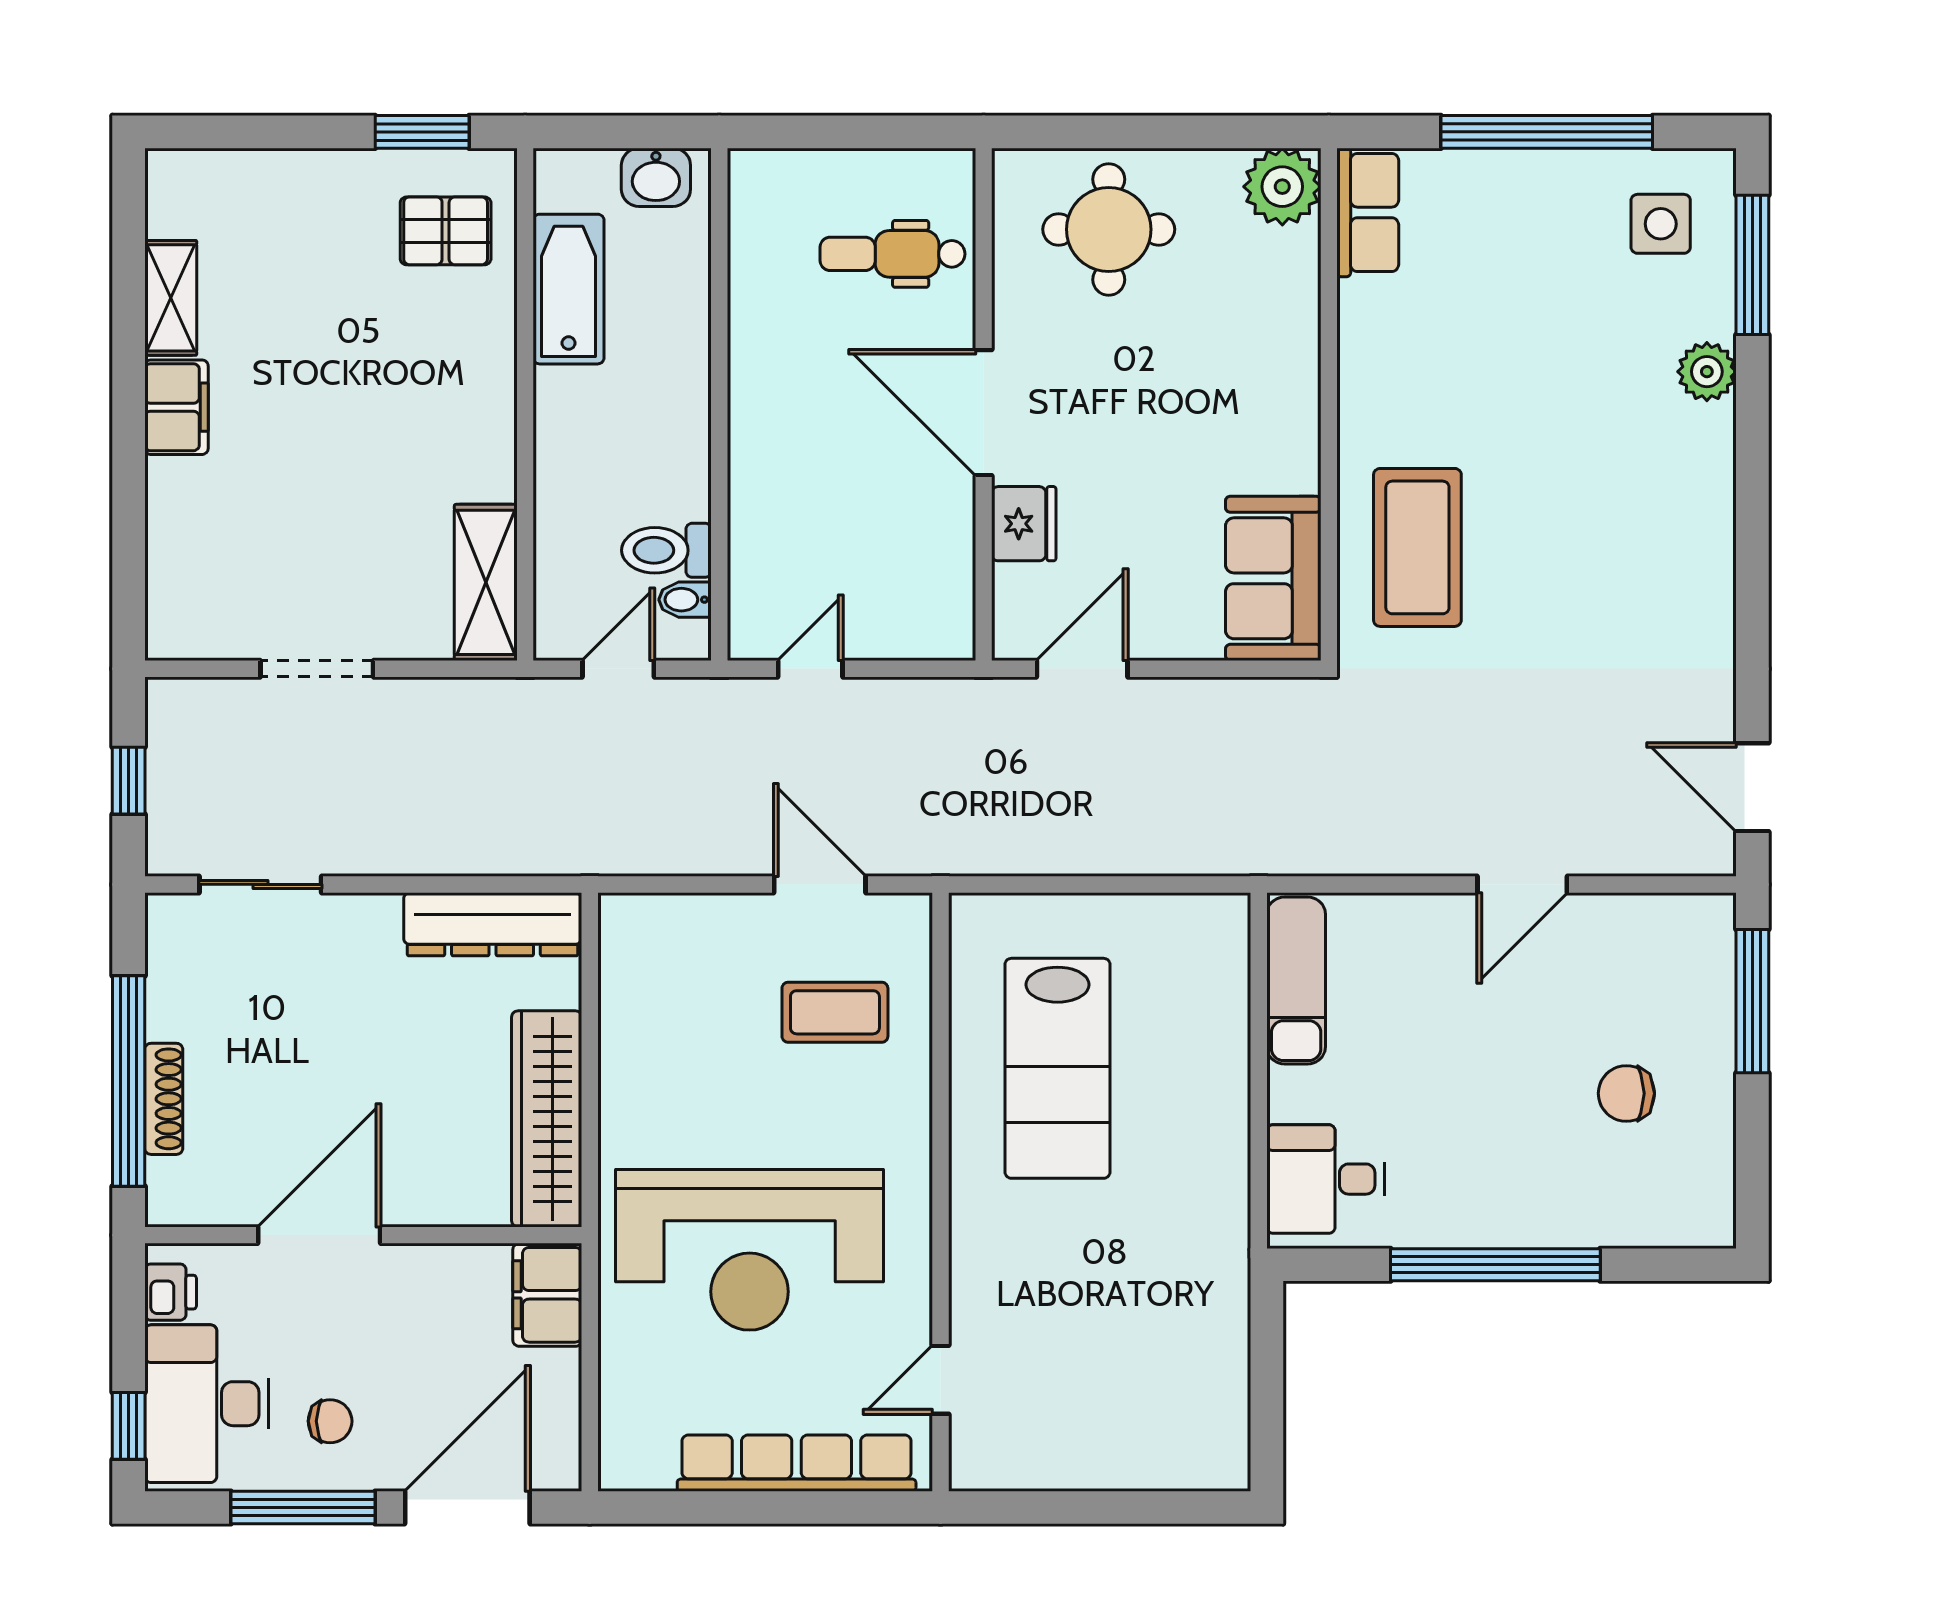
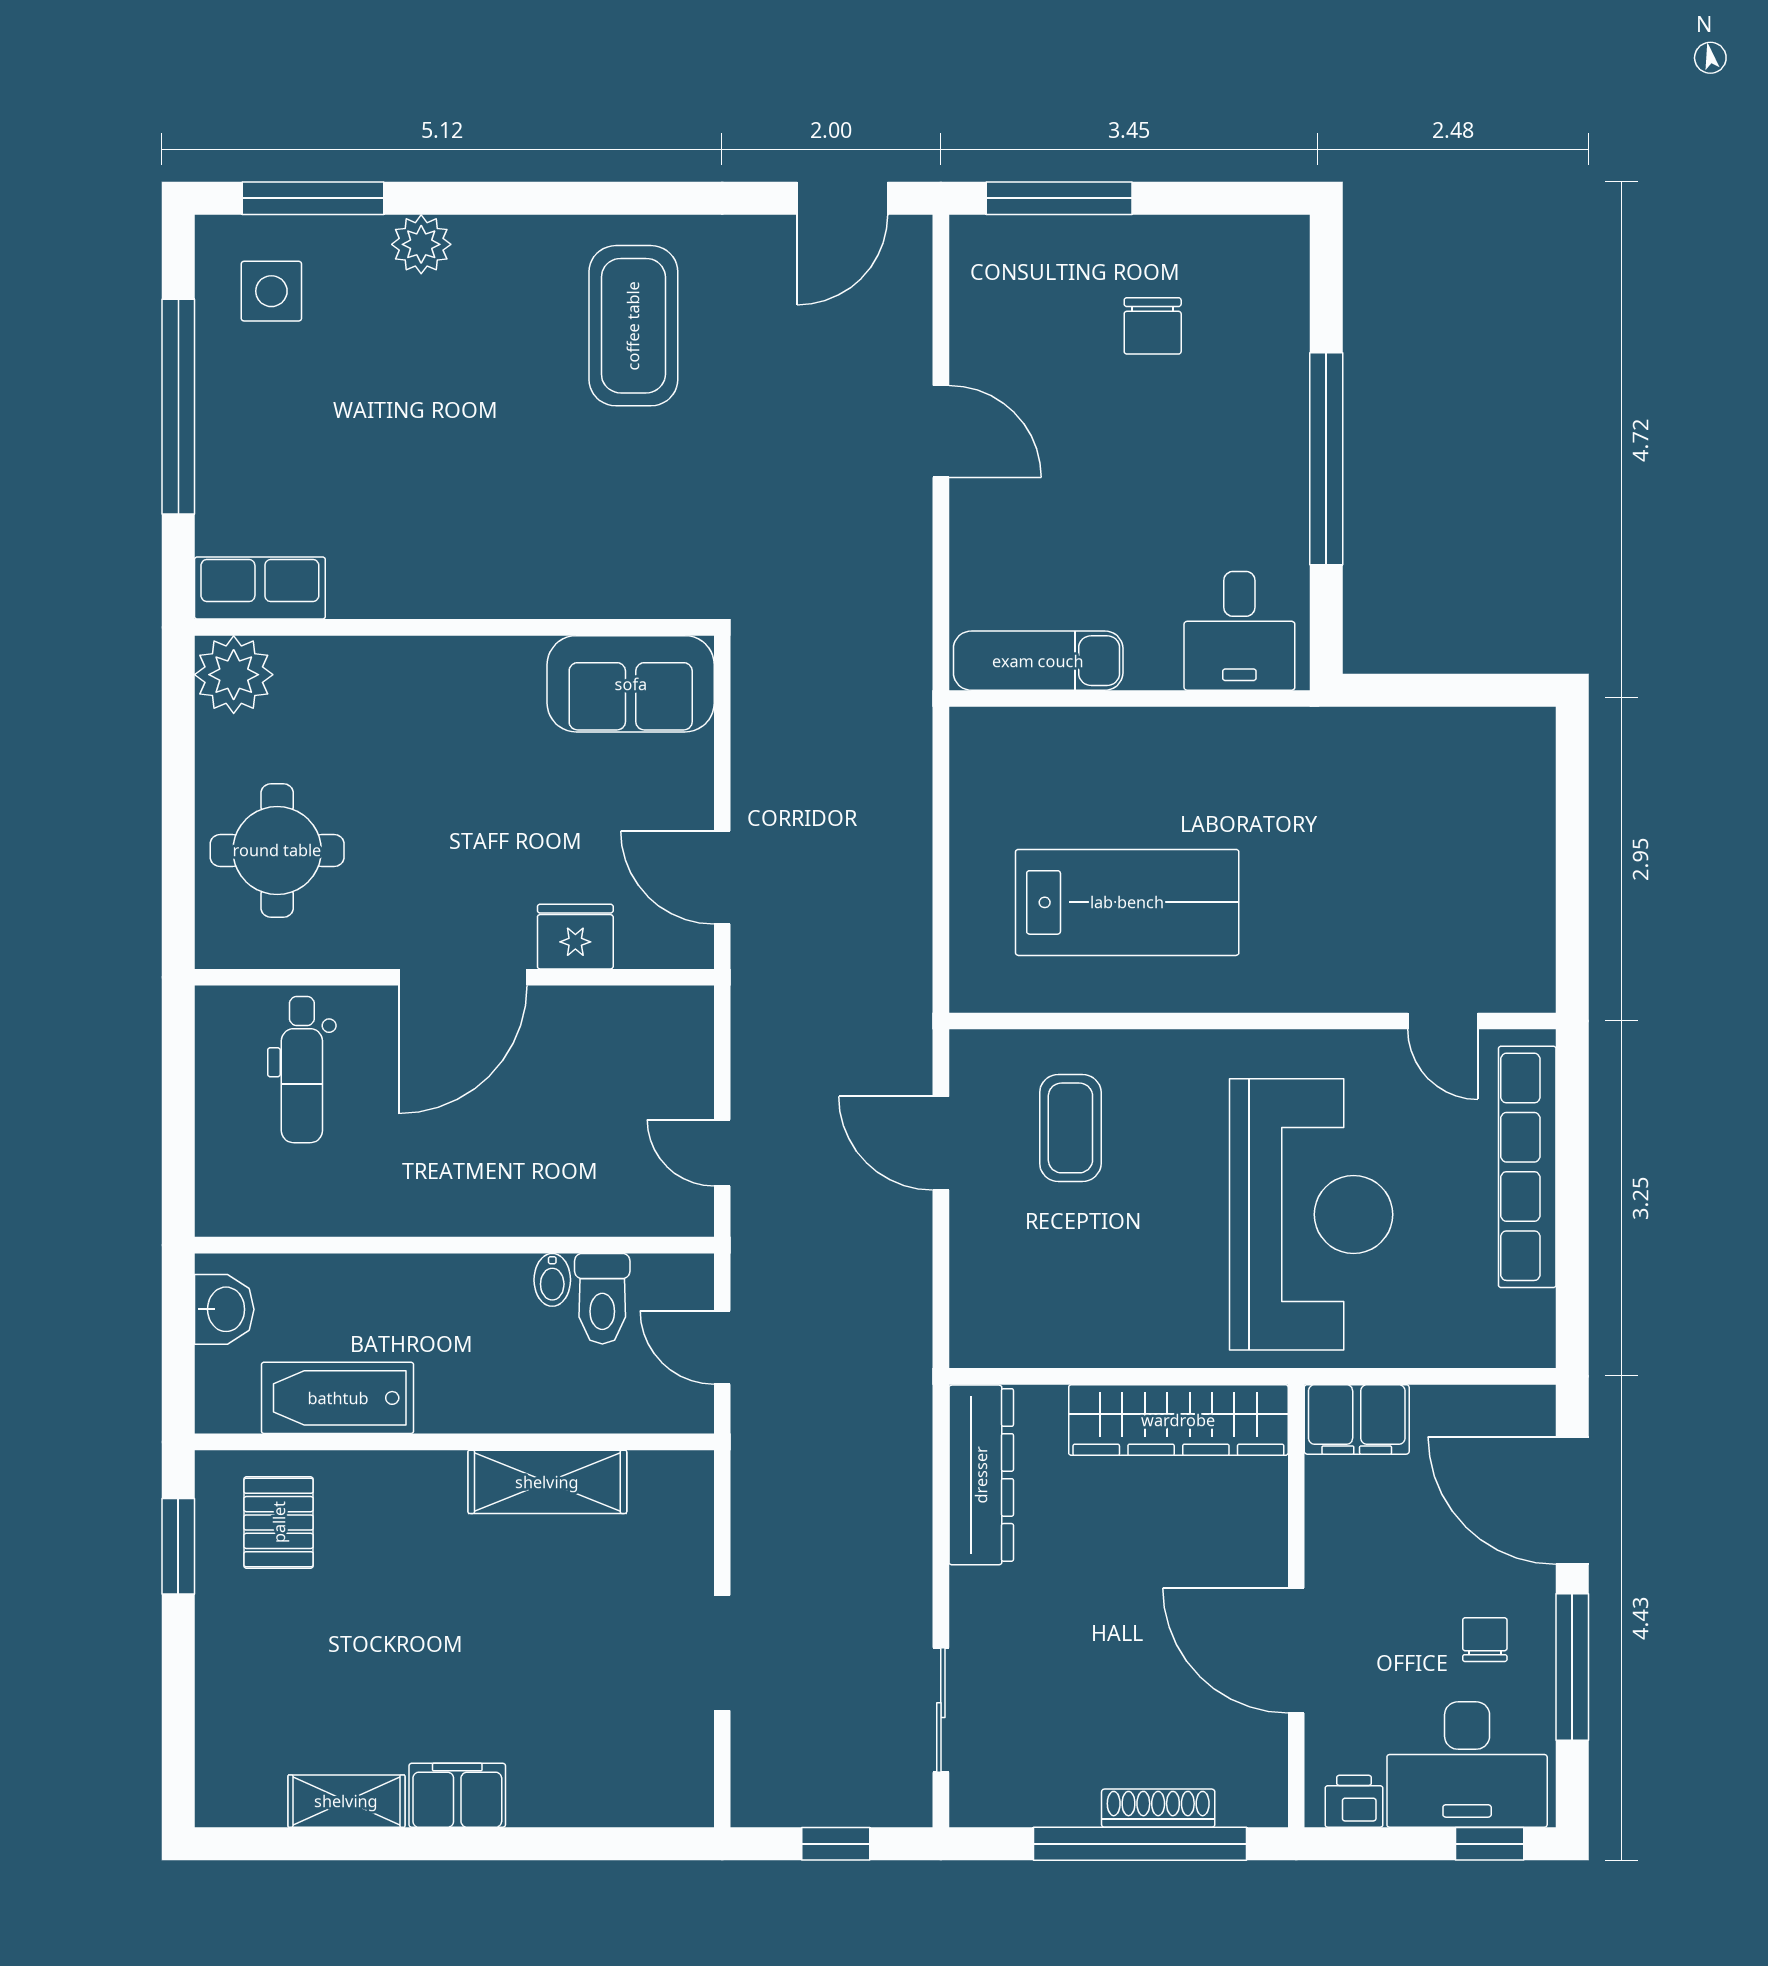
coffee table: (1417, 547) -> (633, 326), moved, turned 90
shelving: (486, 582) -> (547, 1482), moved
bidet: (685, 600) -> (552, 1280), moved
door: (820, 884) -> (941, 1143), hinge flipped

